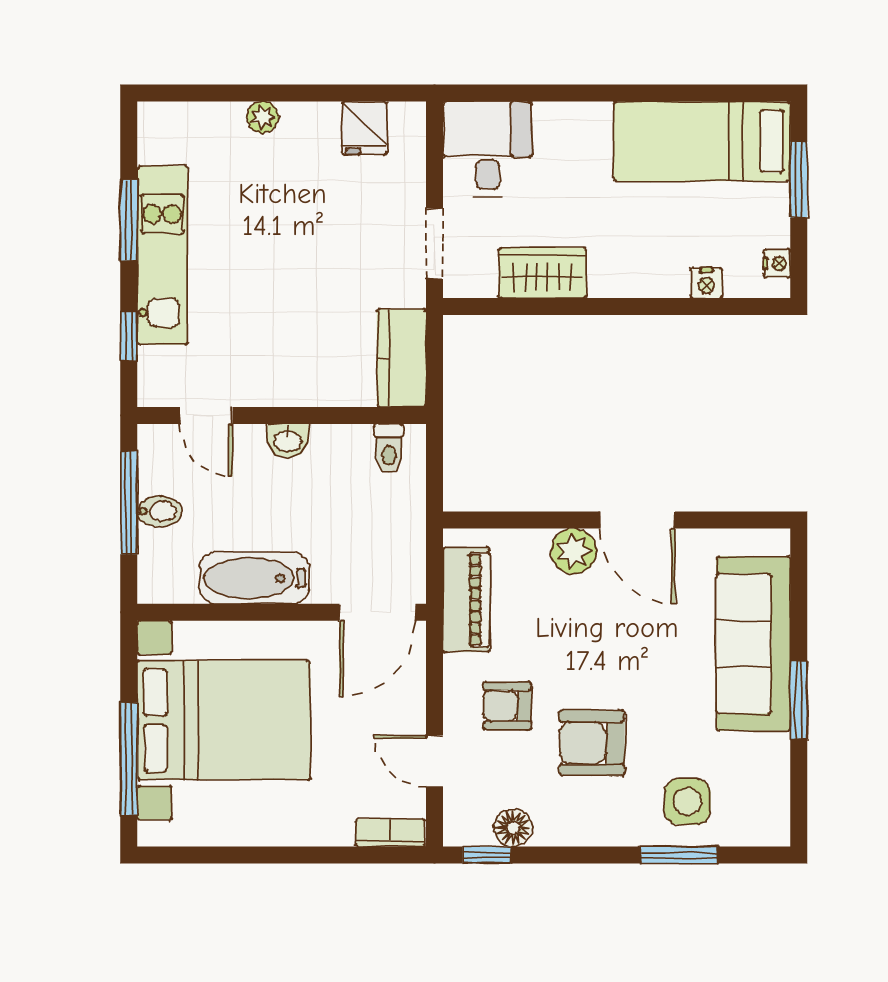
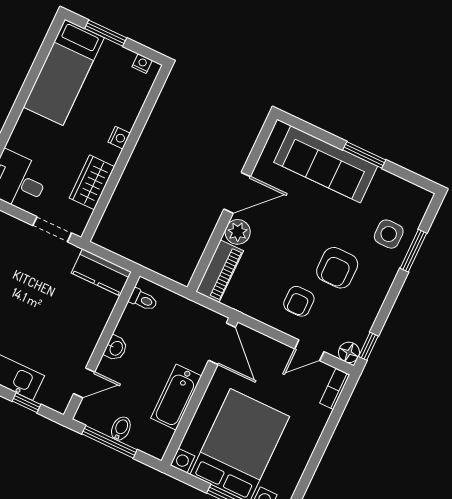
nightstand: (706, 283) -> (119, 138), moved
piano: (466, 600) -> (220, 271), moved, turned 90
floor lamp: (513, 828) -> (349, 352), moved

